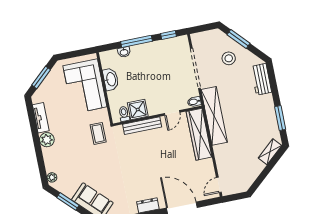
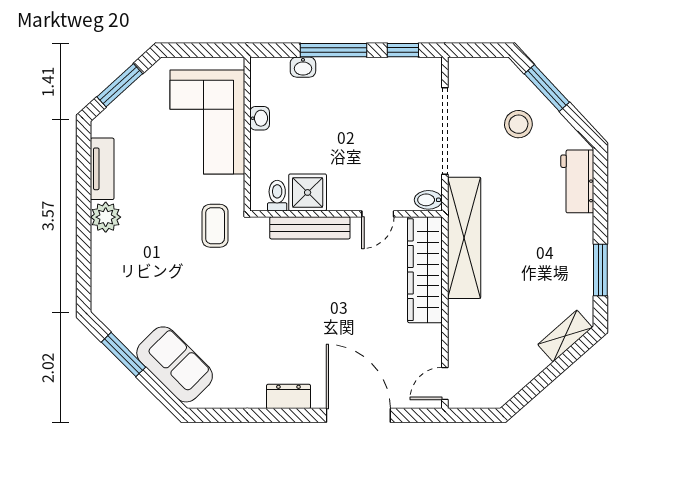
washbasin: (111, 79) -> (260, 118), width x0.52, depth x0.69
plant: (52, 177) -> (100, 298), removed

